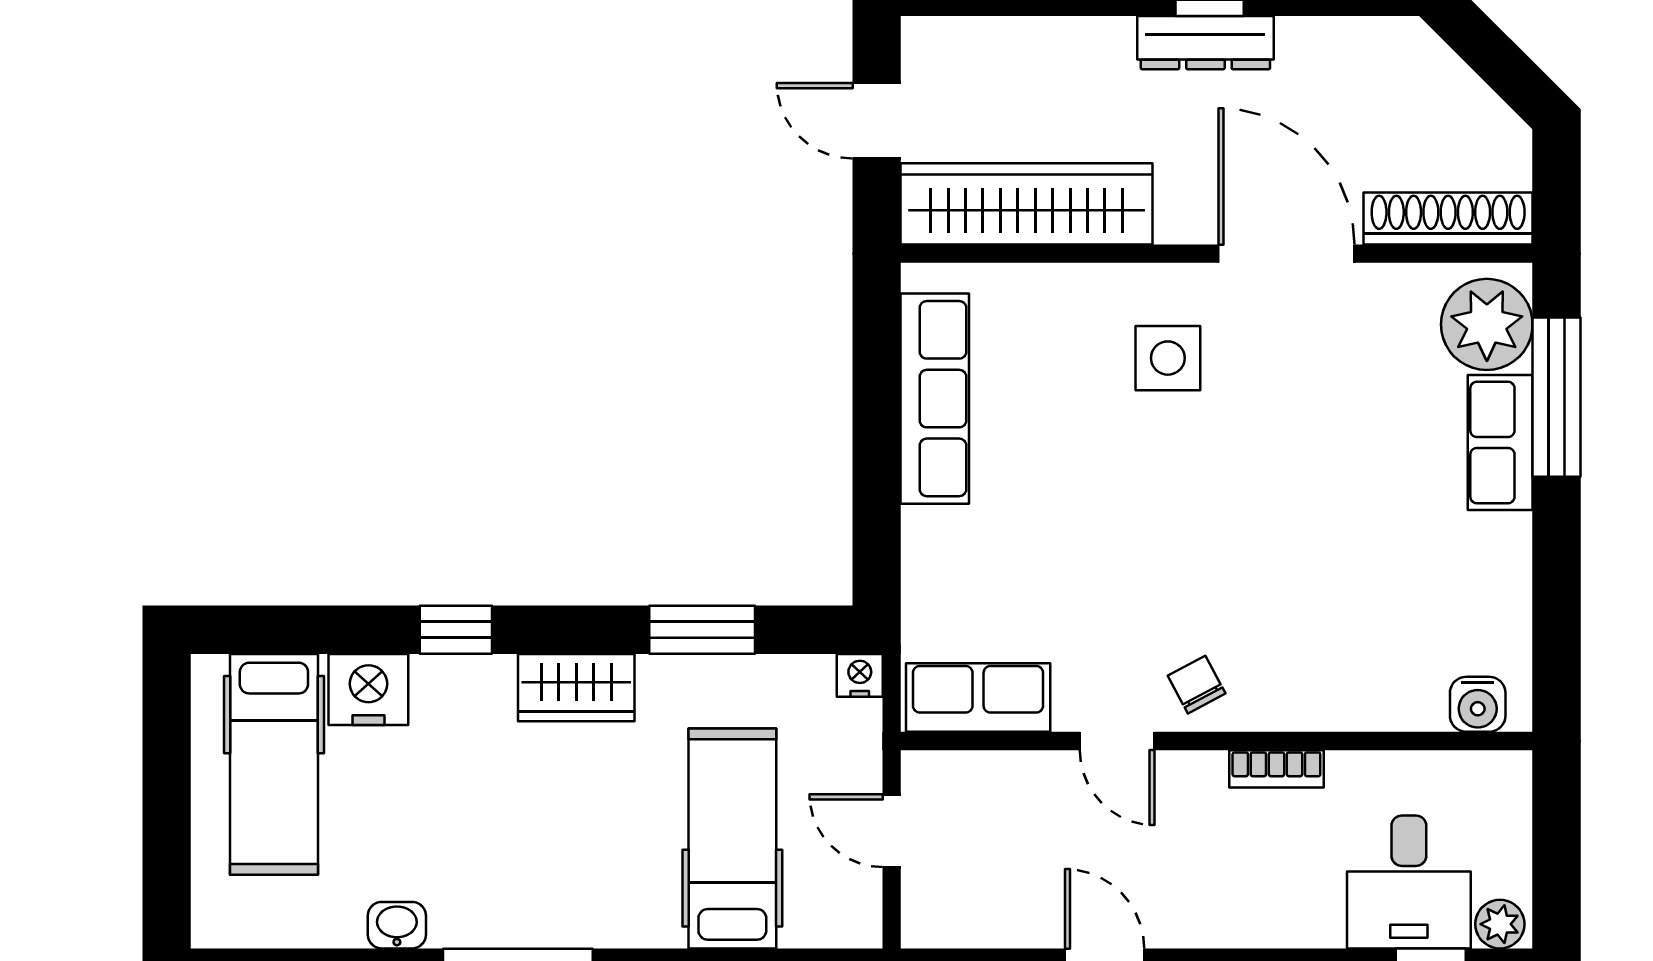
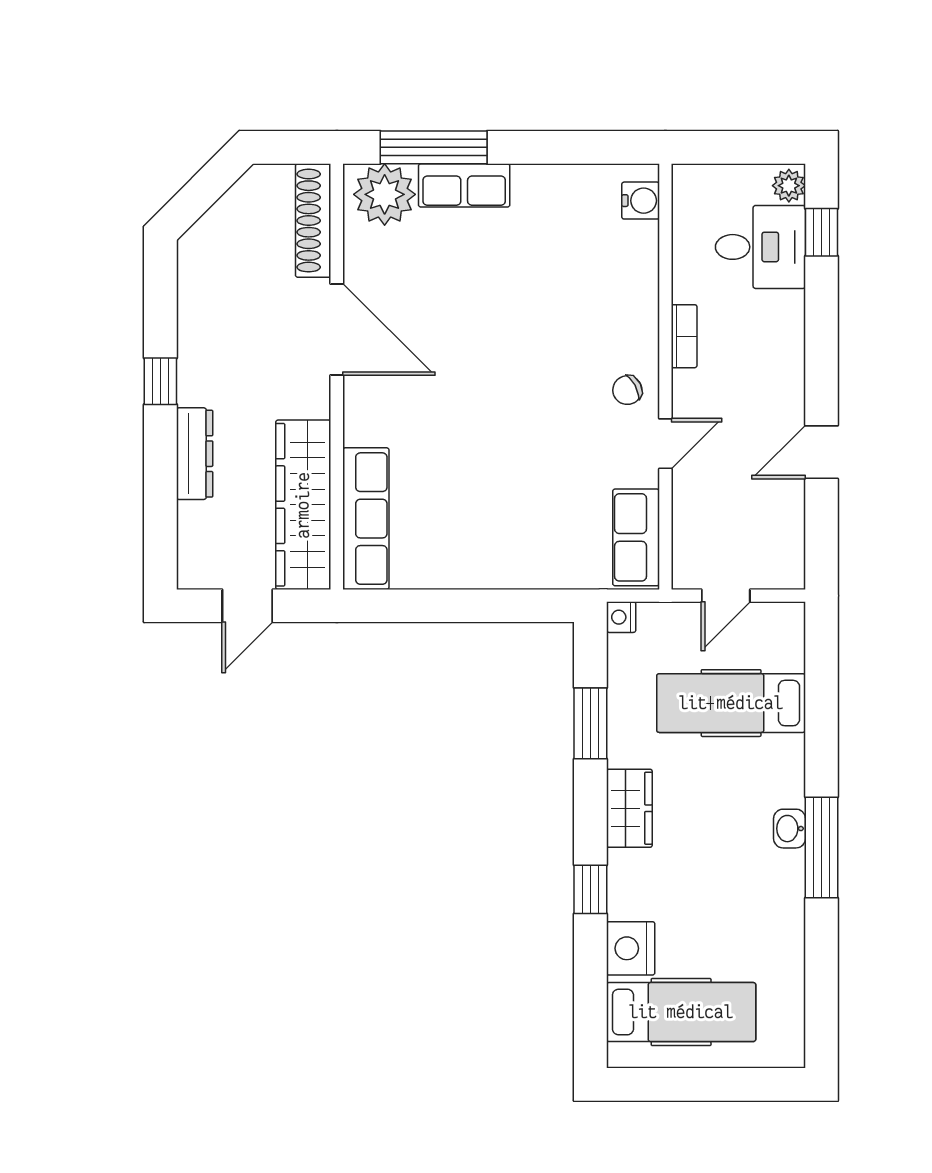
dresser: (1205, 43) -> (195, 454), moved
door: (1286, 254) -> (337, 329), swing flipped
side table: (1168, 358) -> (407, 409), removed
row of seats: (935, 399) -> (366, 519), moved, turned 90
washbasin: (397, 925) -> (790, 829), moved

